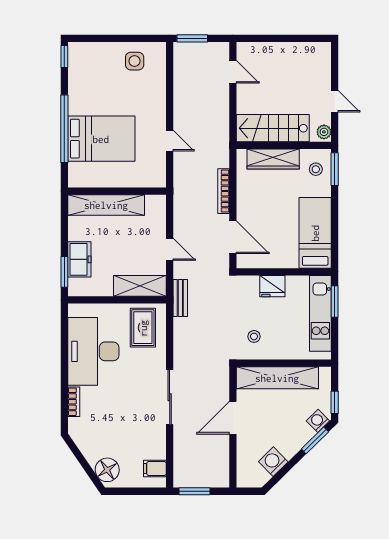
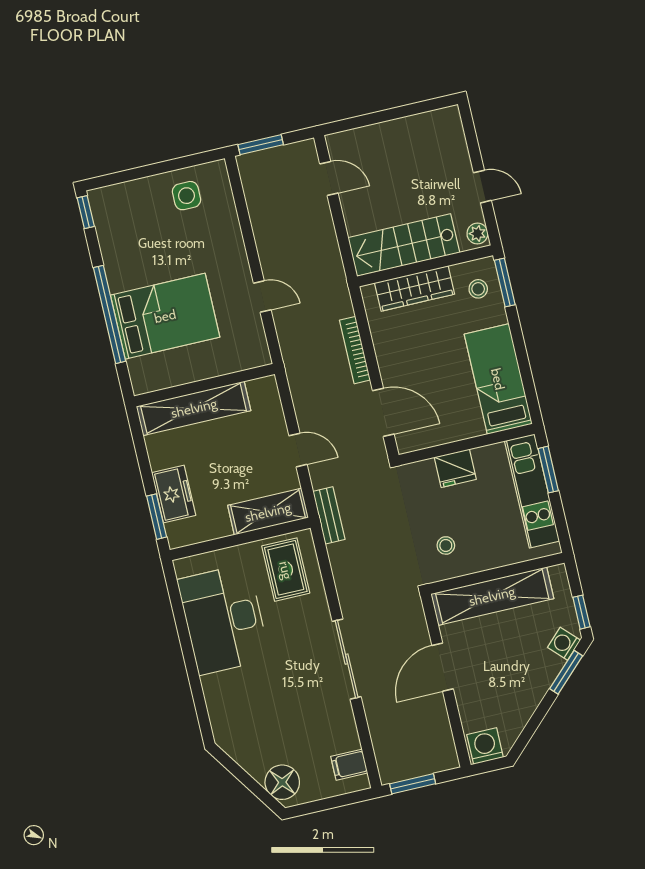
bookcase: (74, 402) -> (213, 697), removed
washing machine: (273, 462) -> (485, 746), moved, turned 44

